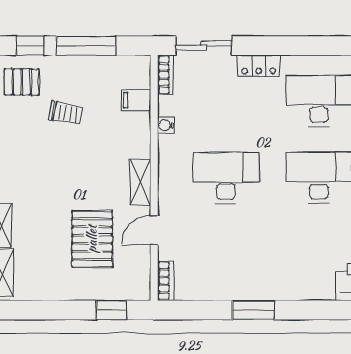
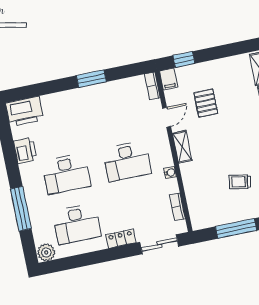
bookcase: (166, 75) -> (177, 207), moved
filing cabinet: (136, 100) -> (169, 79), moved, turned 90
water cooler: (166, 125) -> (170, 173), moved
pallet: (92, 239) -> (206, 103), width x0.67, depth x0.71

